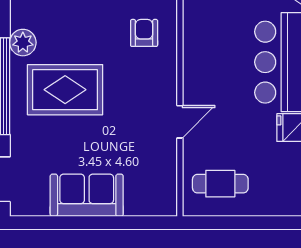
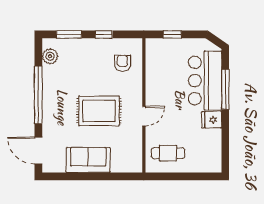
plant: (23, 43) -> (50, 56), moved
rug: (65, 90) -> (99, 111), moved

